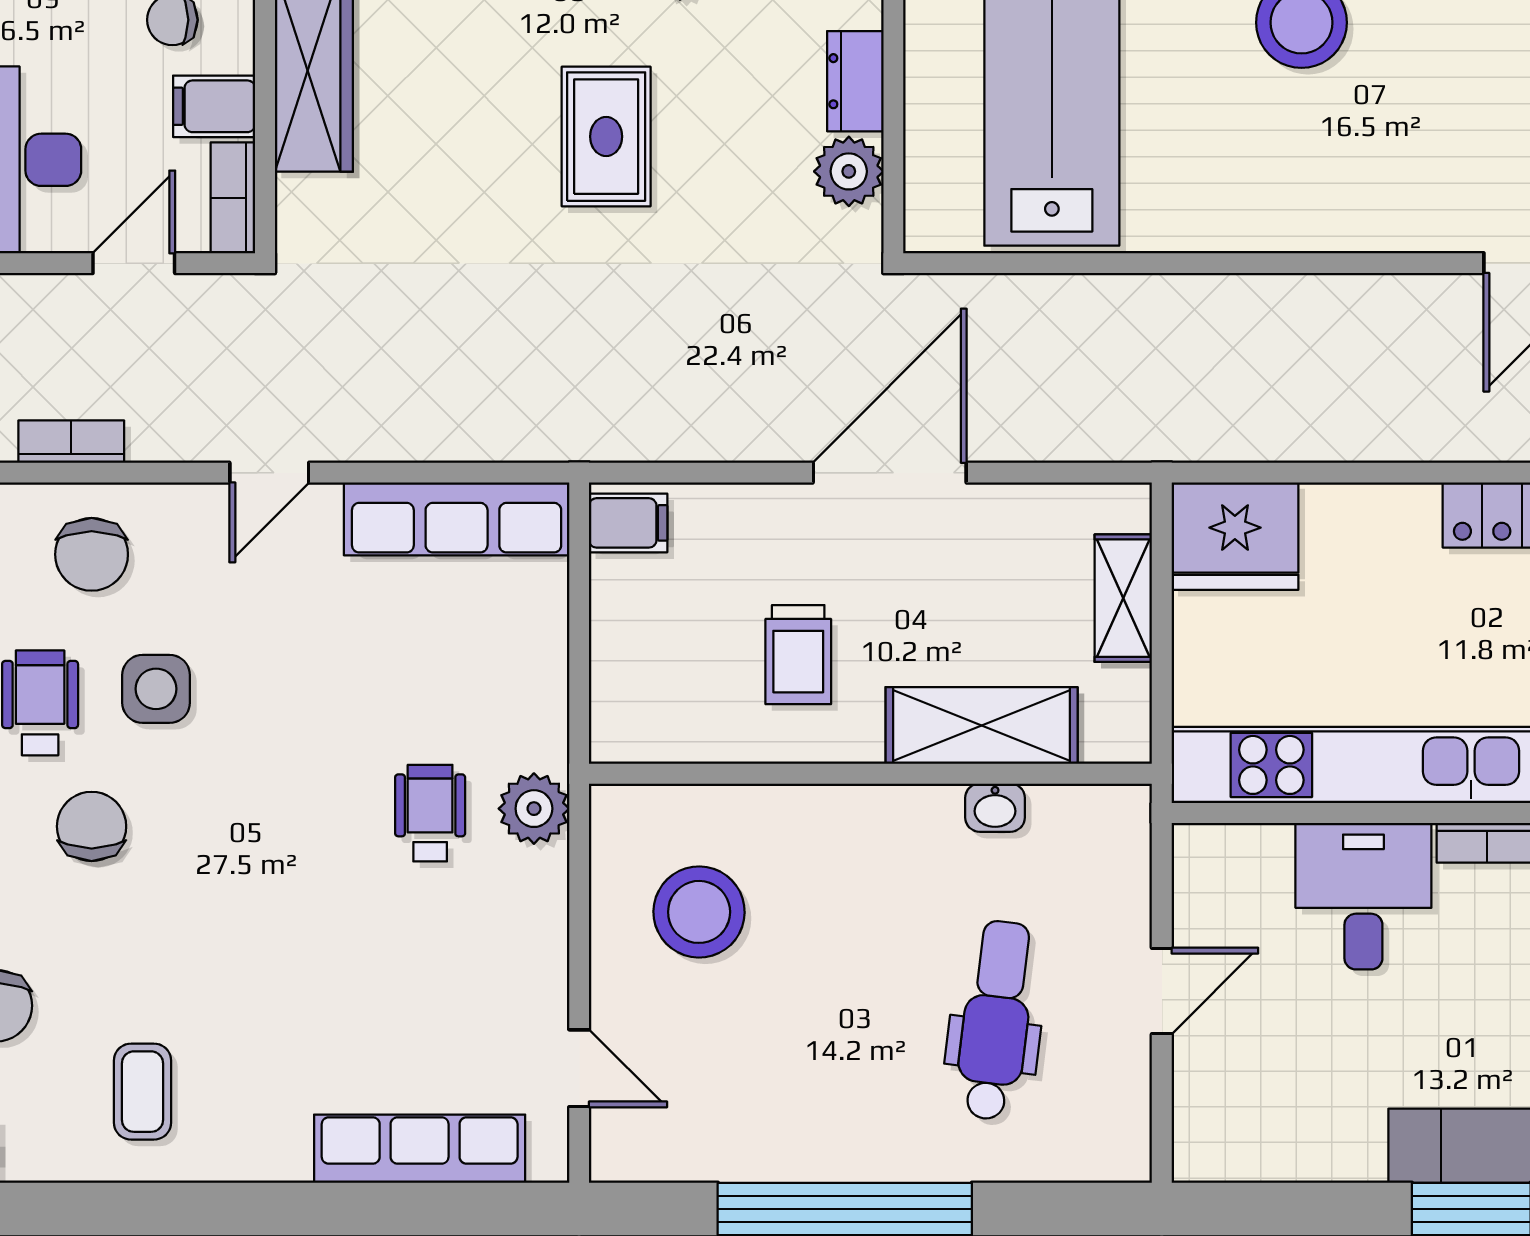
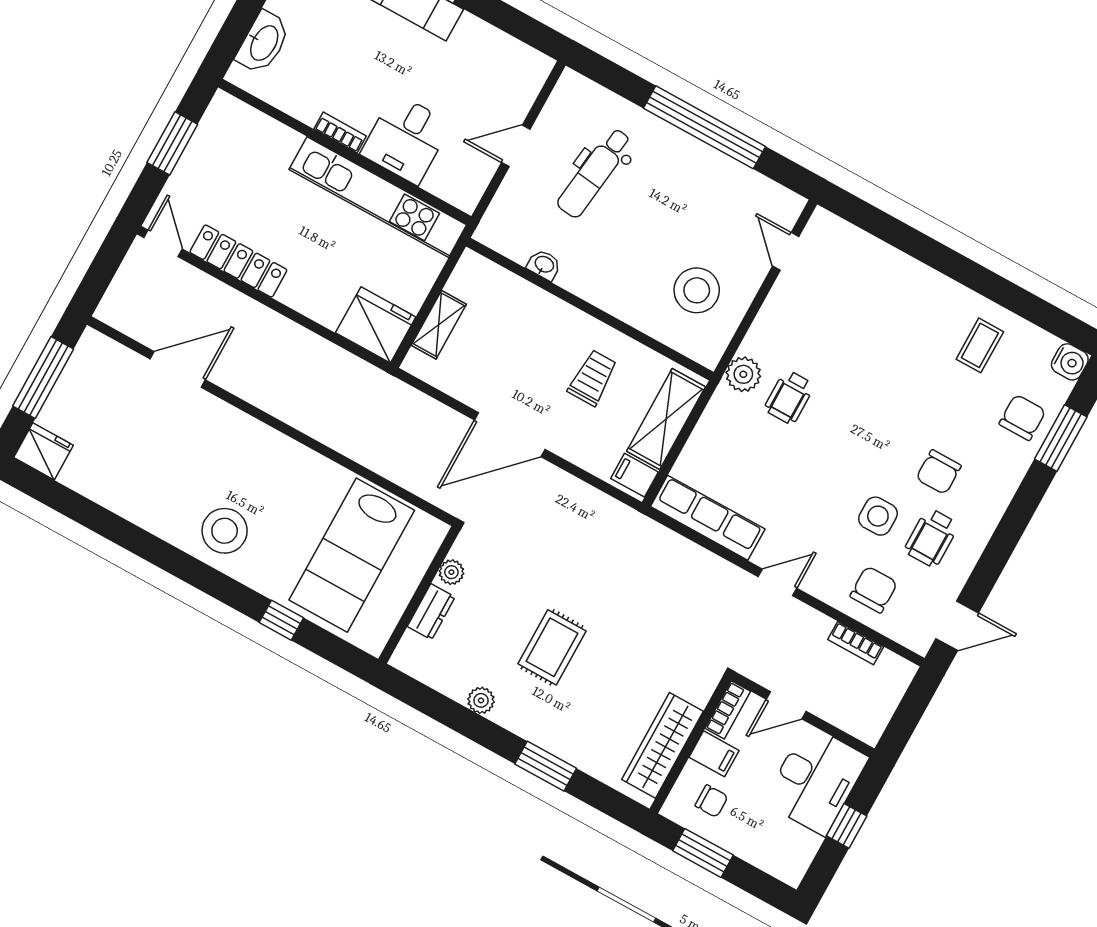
plant: (849, 171) -> (451, 572), width x0.73, depth x0.73
shelving: (982, 725) -> (666, 419), moved, turned 90
row of seats: (420, 1149) -> (874, 255), removed

